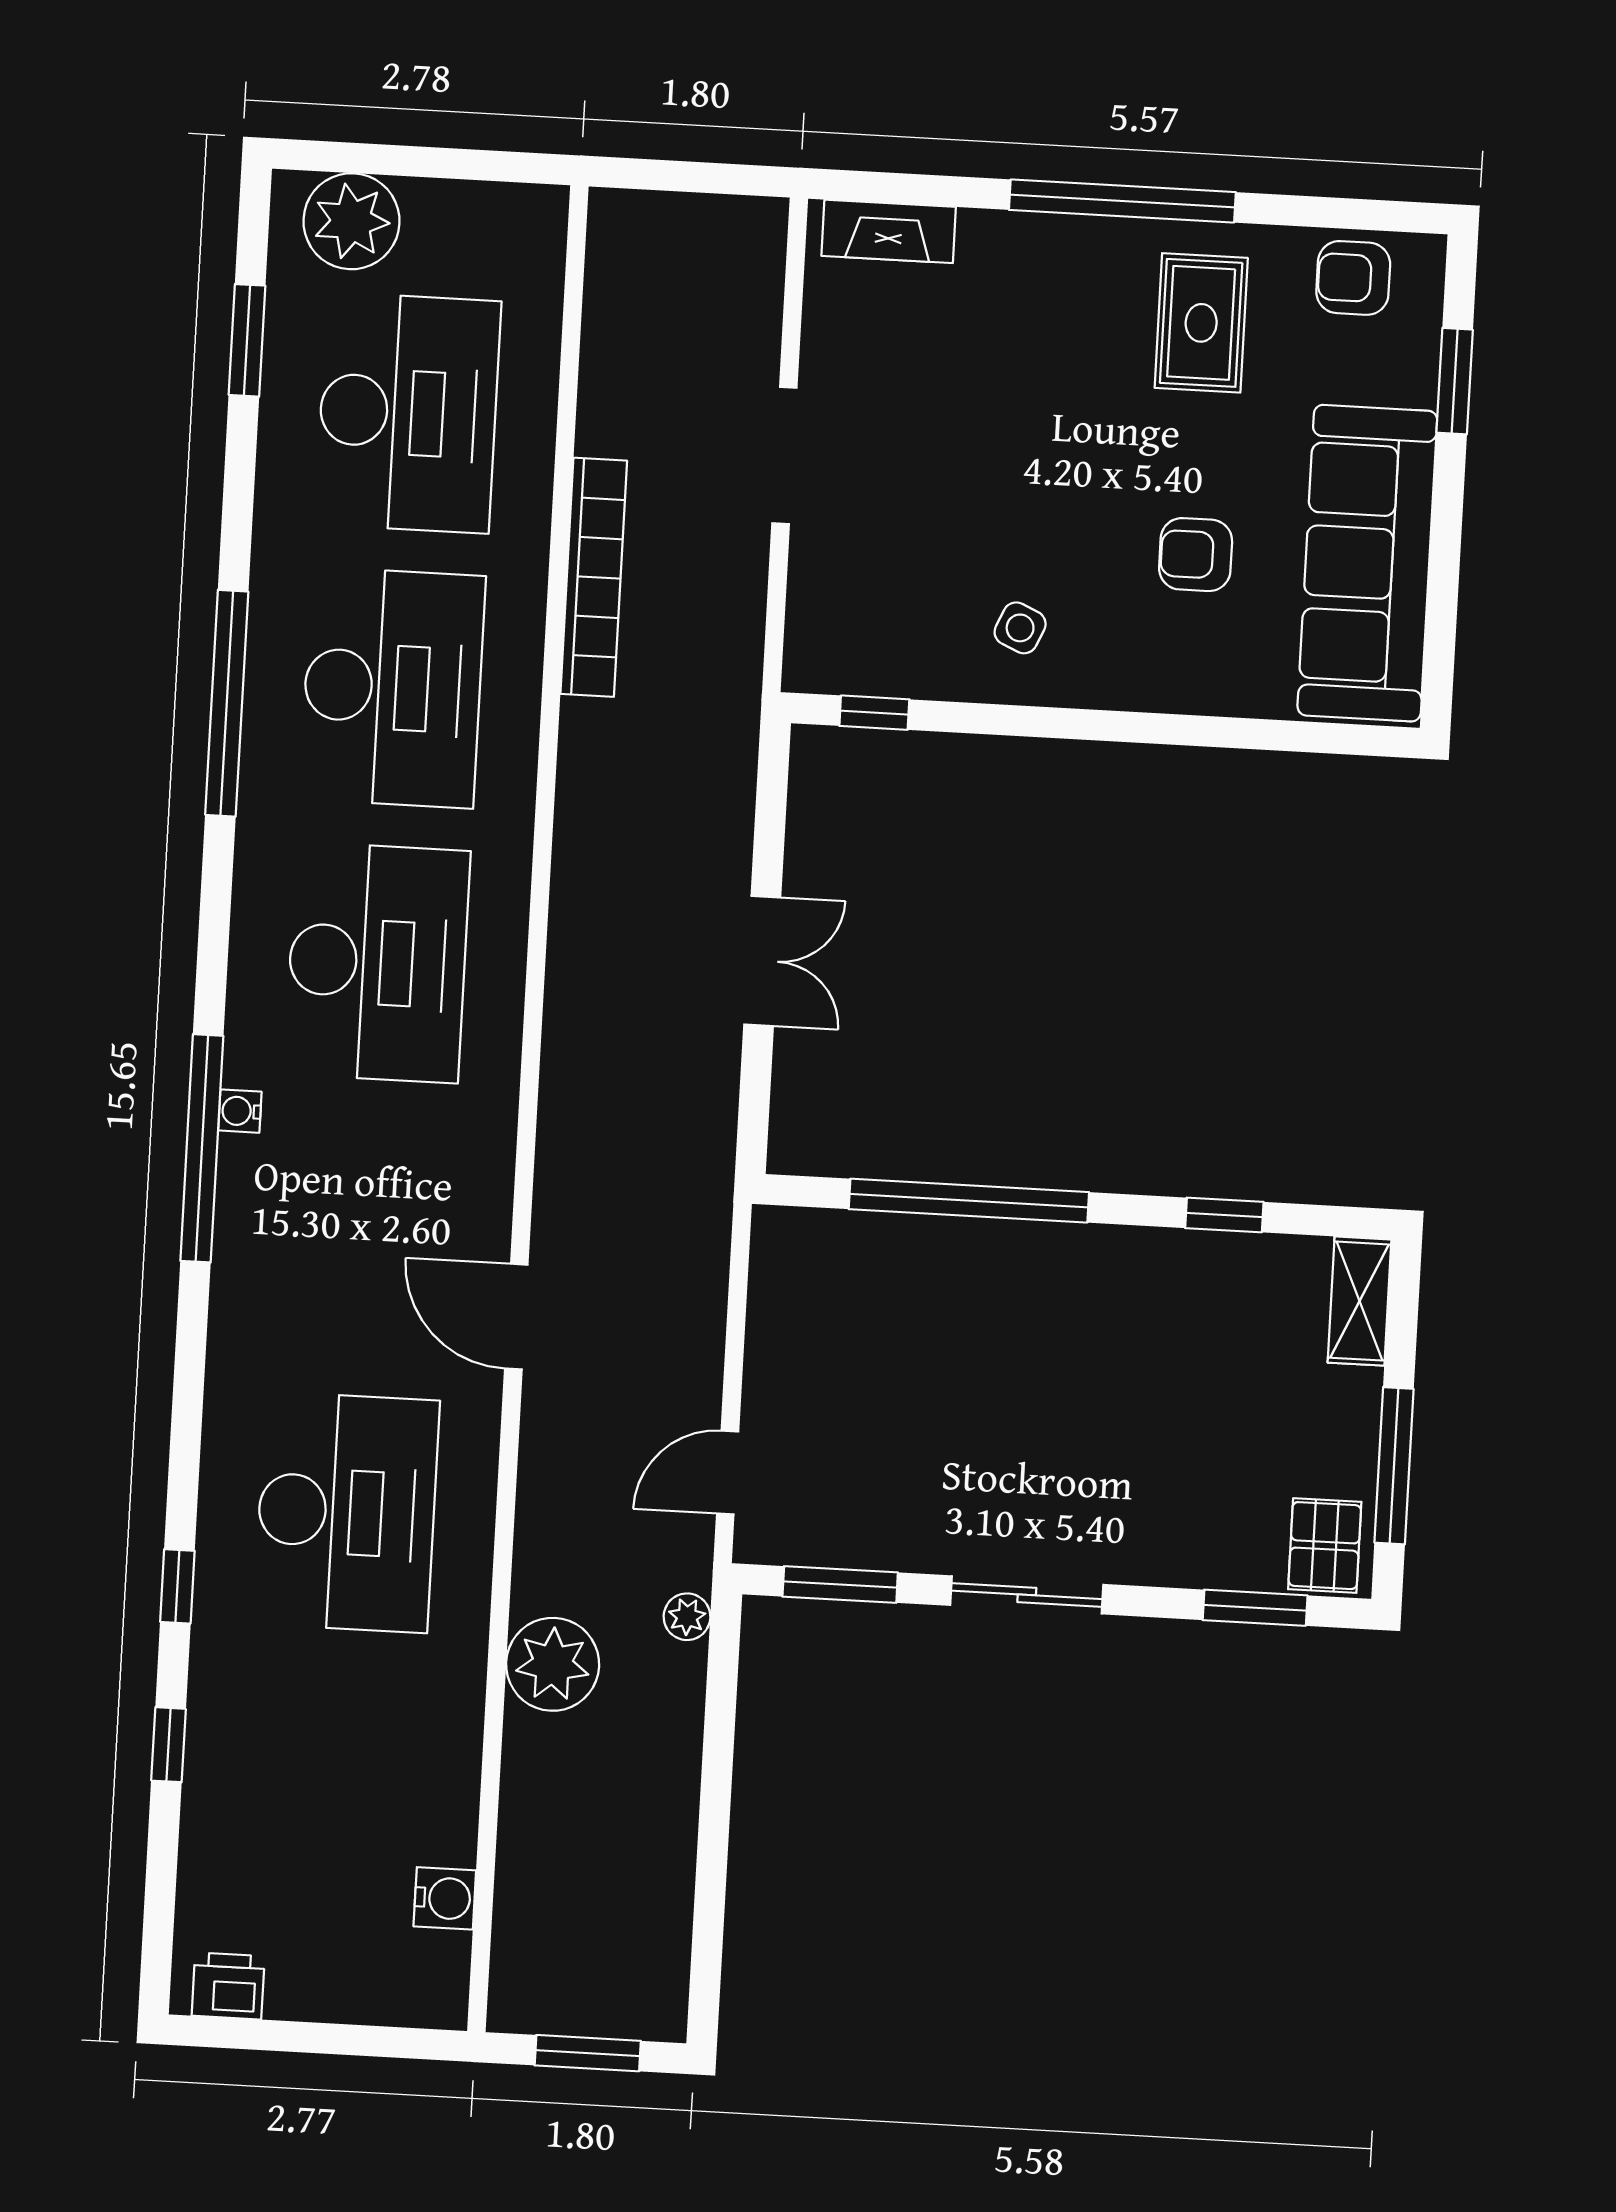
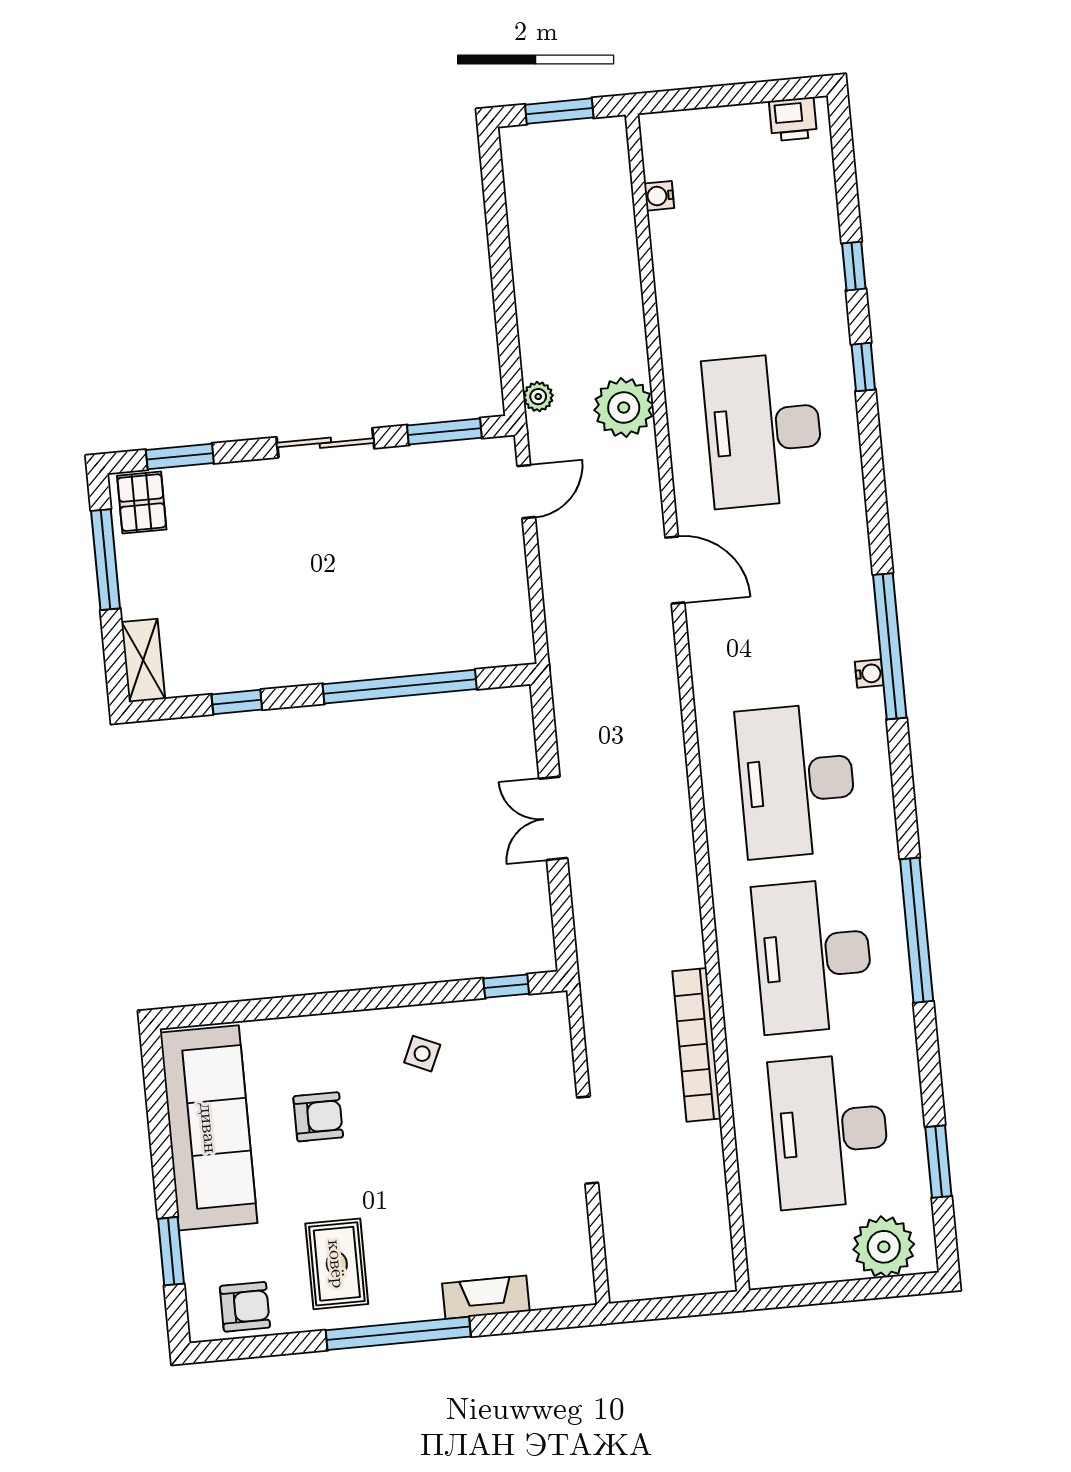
fireplace: (889, 231) -> (486, 1297), moved
plant: (553, 1664) -> (624, 407), moved
water cooler: (445, 1898) -> (659, 196), width x0.72, depth x0.72

